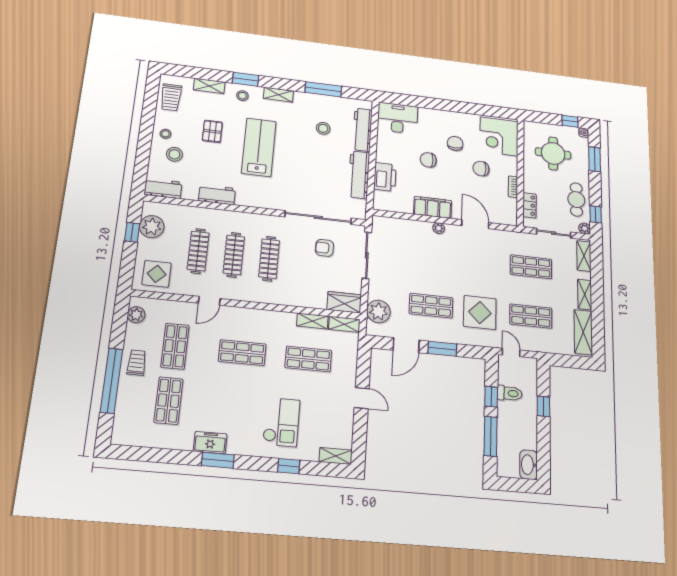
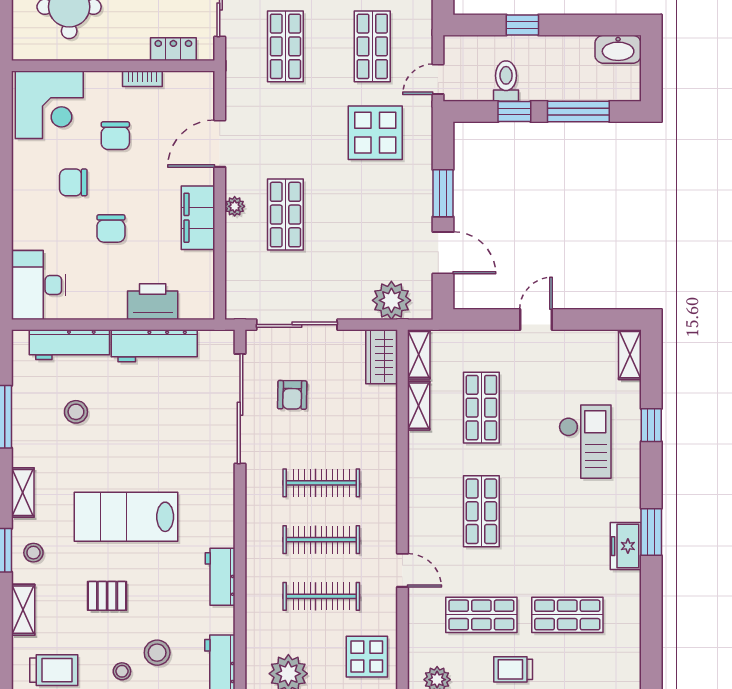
shop shelf: (431, 306) -> (285, 215), moved
checkout: (281, 422) -> (585, 442), turned 90

